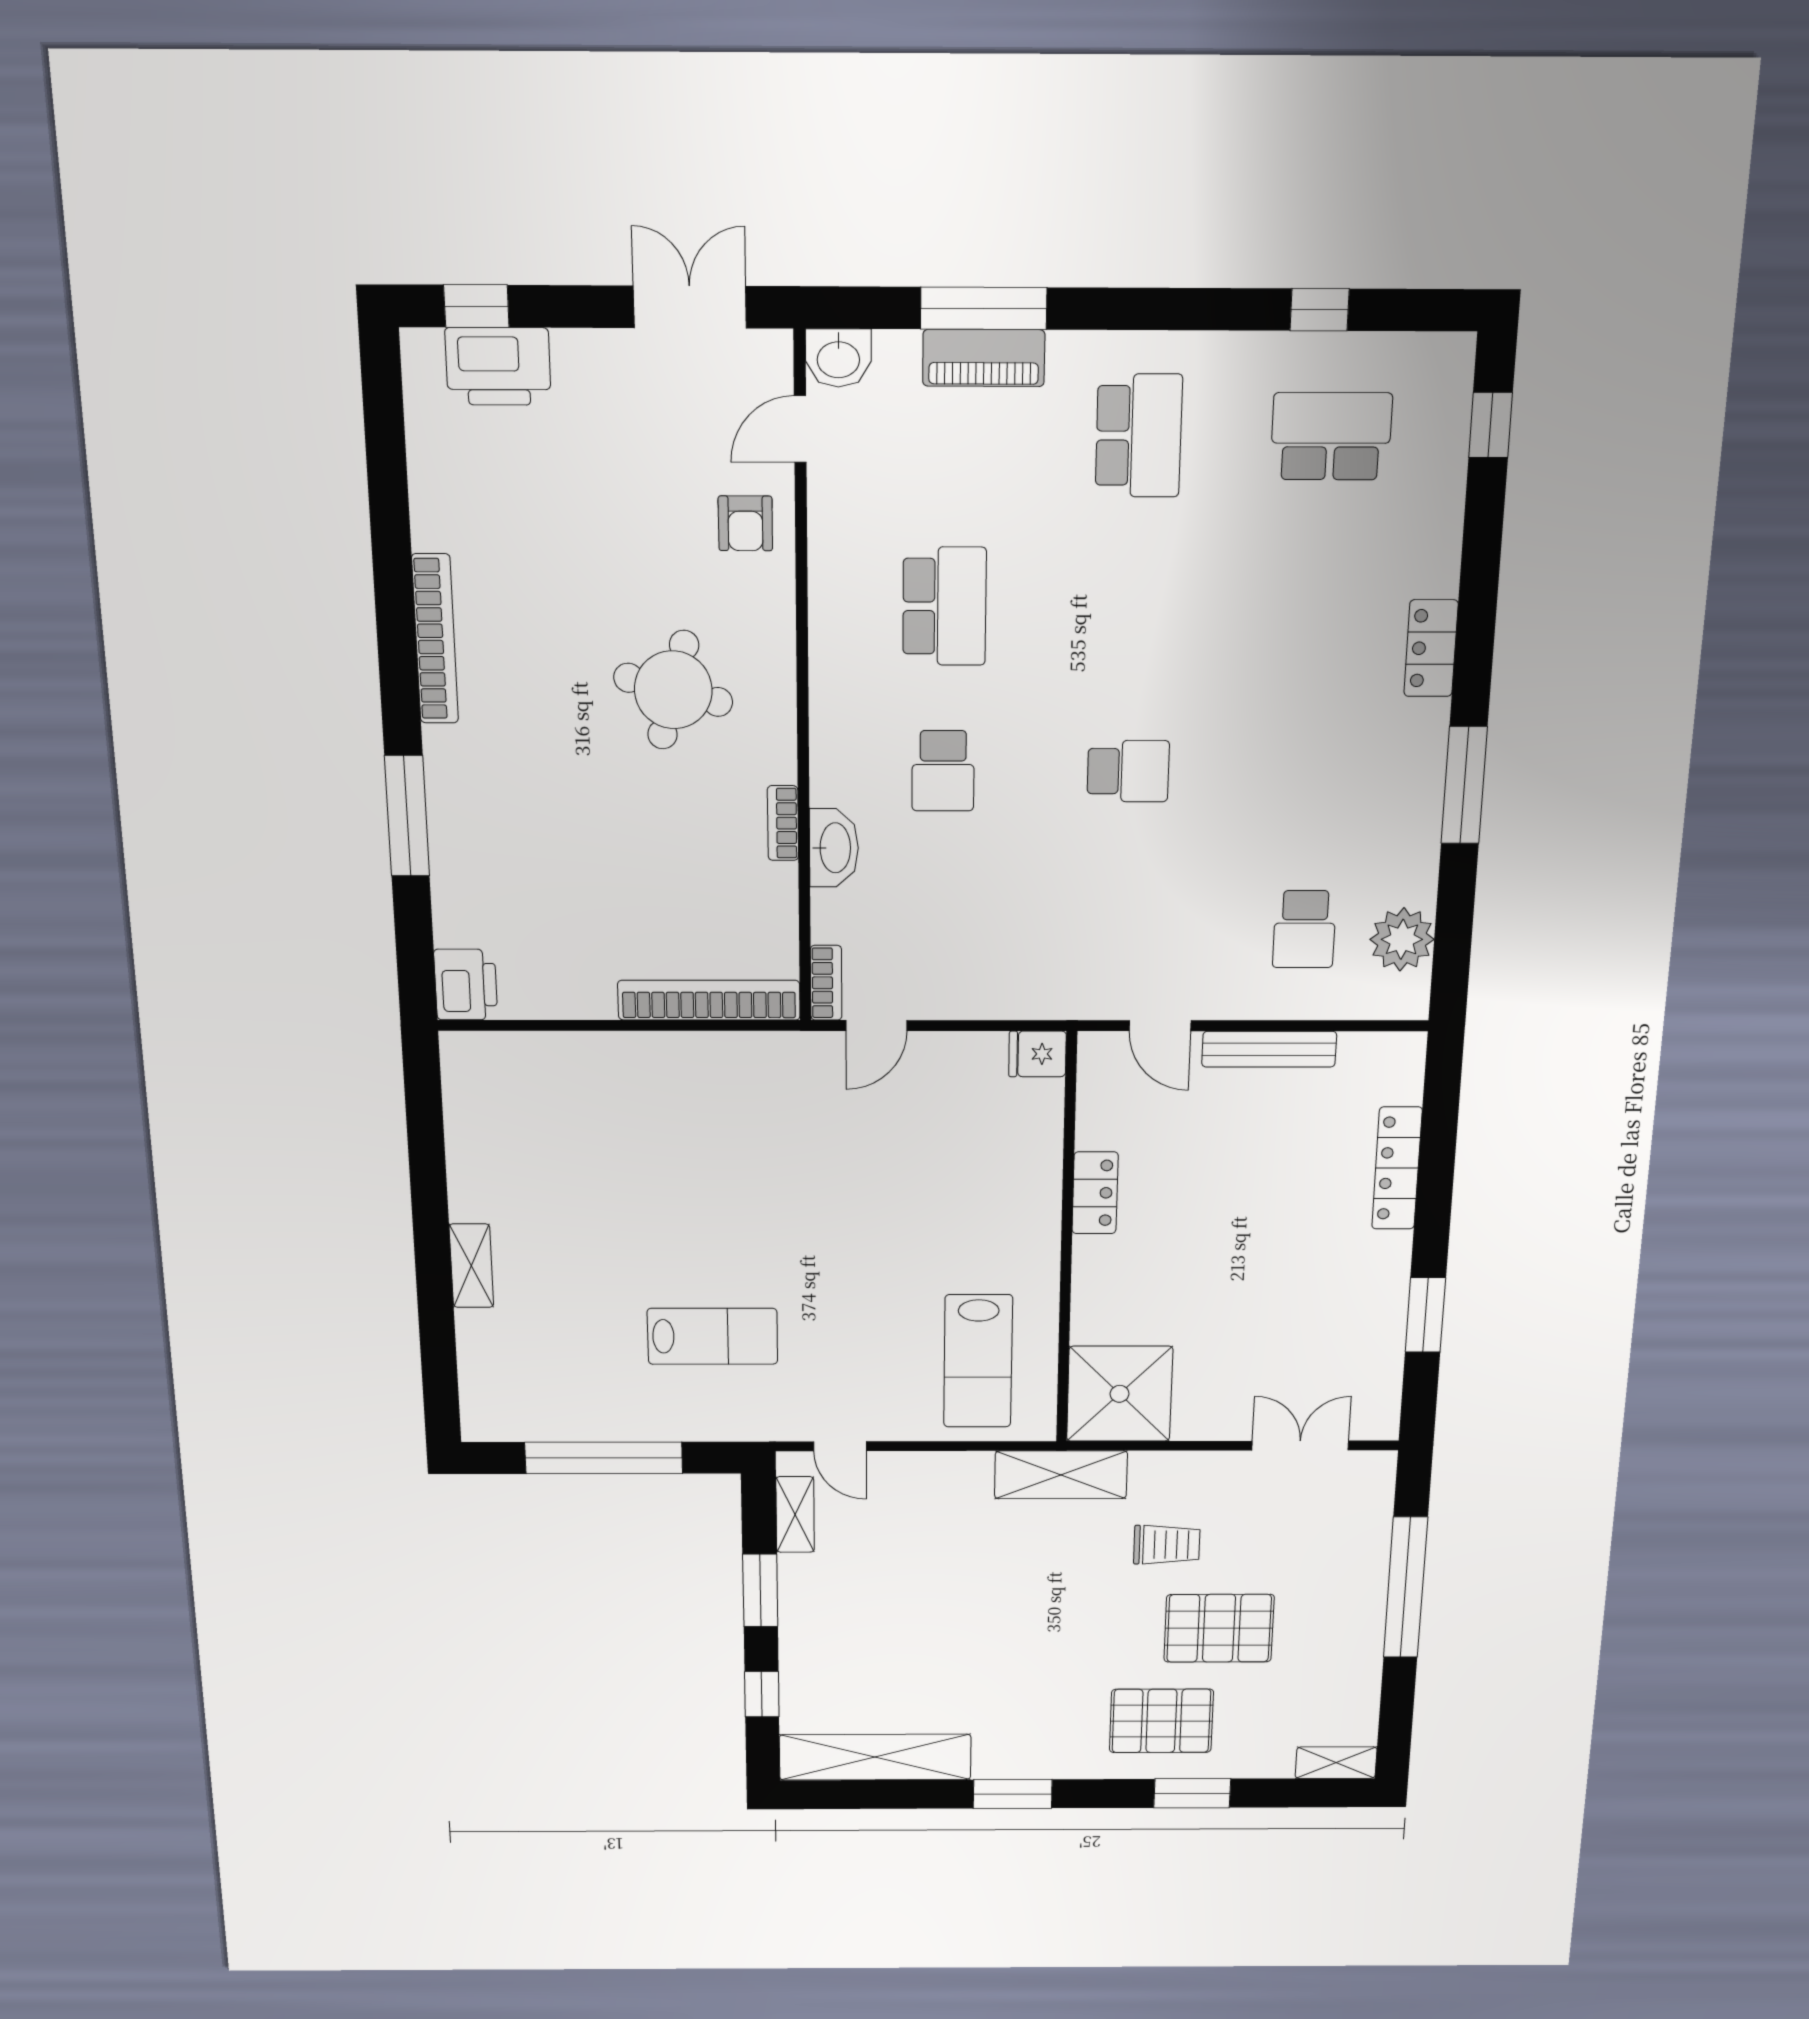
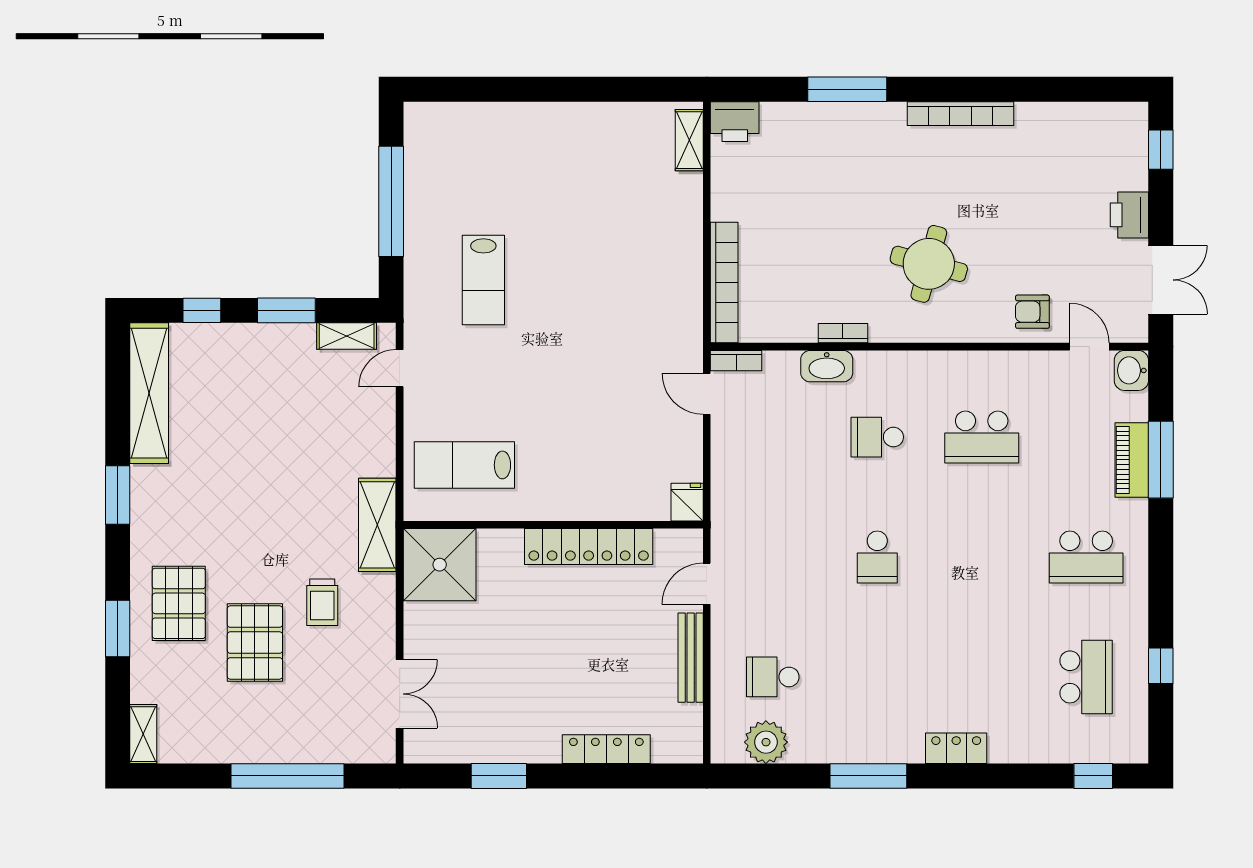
printer: (498, 366) -> (1129, 215), moved, width x0.73, depth x0.84
locker: (1095, 1193) -> (589, 547), width x2.16, depth x1.21
shelving: (471, 1266) -> (689, 140), moved, turned 90

